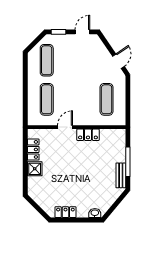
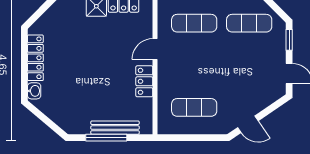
door: (65, 127) -> (155, 49), swing flipped
bench: (121, 175) -> (115, 128), moved, width x1.36
locker: (65, 212) -> (35, 58), width x1.53

